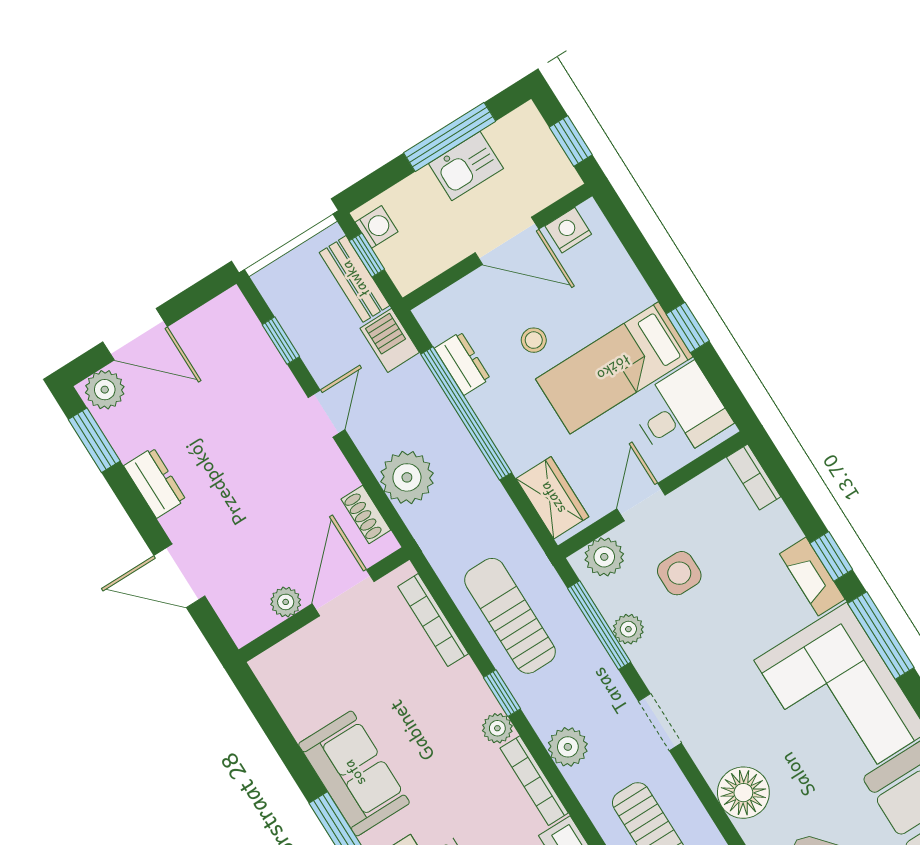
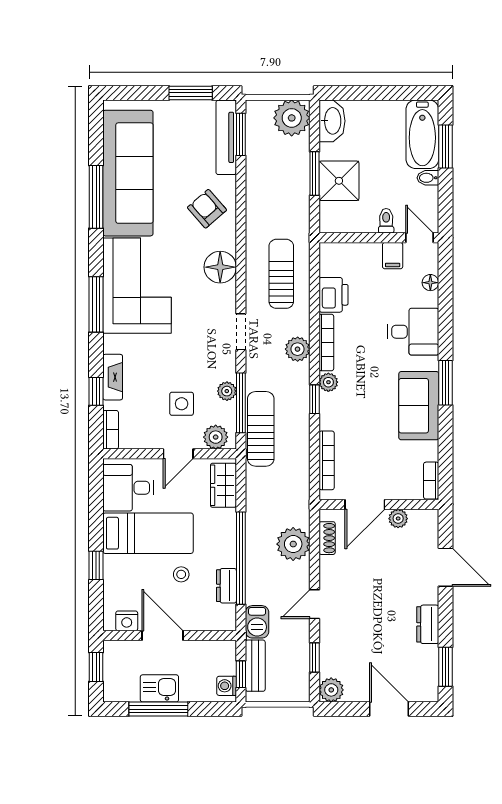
window: (688, 327) -> (96, 565), moved
plant: (105, 390) -> (331, 690), moved
window: (831, 556) -> (96, 391), moved
fireplace: (812, 576) -> (113, 377), moved
sun lounger: (510, 616) -> (261, 429), moved, turned 180
bookcase: (273, 682) -> (431, 481), added

